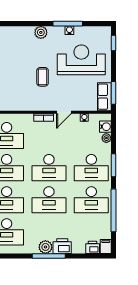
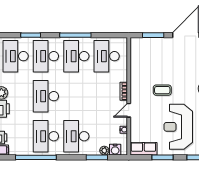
reception desk: (81, 60) -> (178, 127), turned 180
window: (114, 93) -> (162, 157), moved
door: (64, 112) -> (129, 110), hinge flipped
window: (114, 165) -> (97, 157), moved
desk: (49, 168) -> (76, 96), removed

